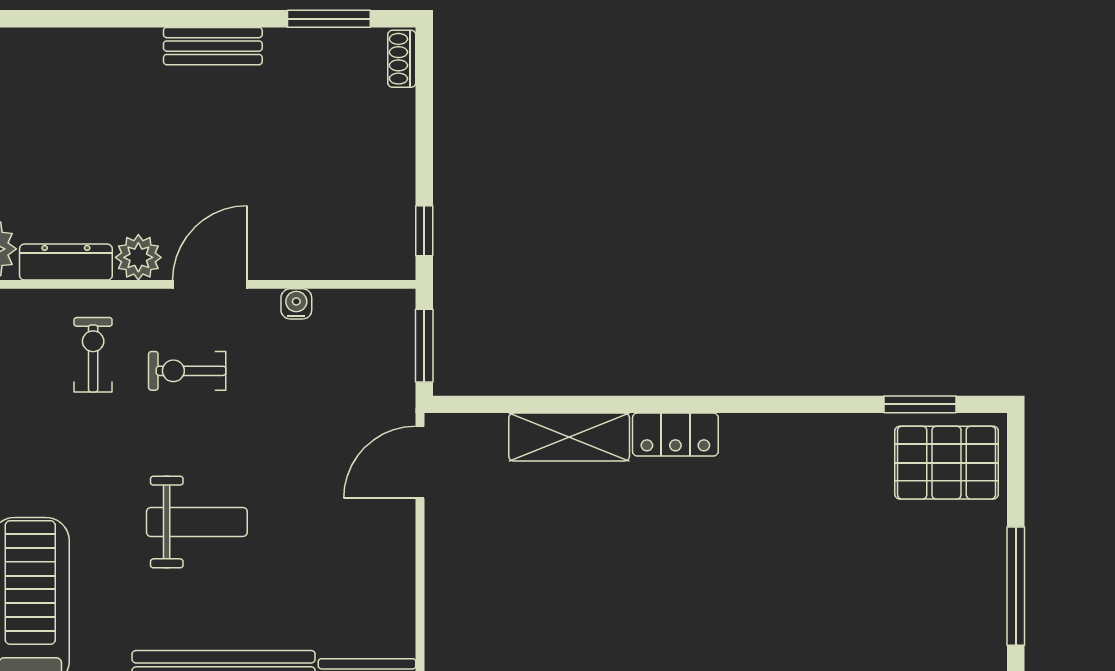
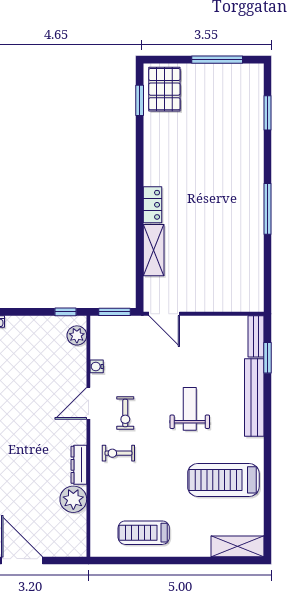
plant: (138, 257) -> (77, 335), moved
door: (210, 284) -> (88, 403), hinge flipped

